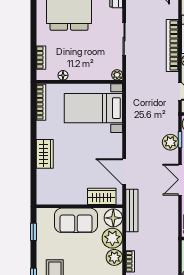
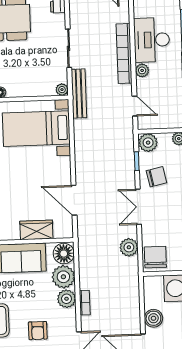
plant: (170, 142) -> (129, 247), moved
wardrobe: (102, 196) -> (36, 230), moved
bench: (132, 210) -> (79, 94), moved

